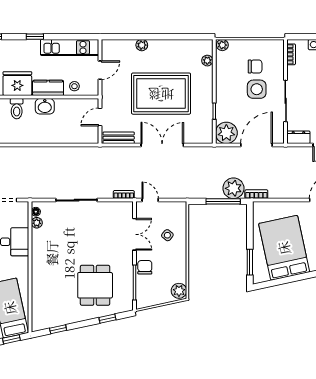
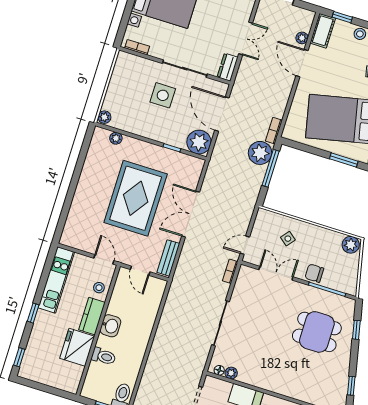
plant: (142, 45) -> (78, 203), removed
chair: (255, 66) -> (138, 90), removed
door: (100, 70) -> (104, 259), moved

